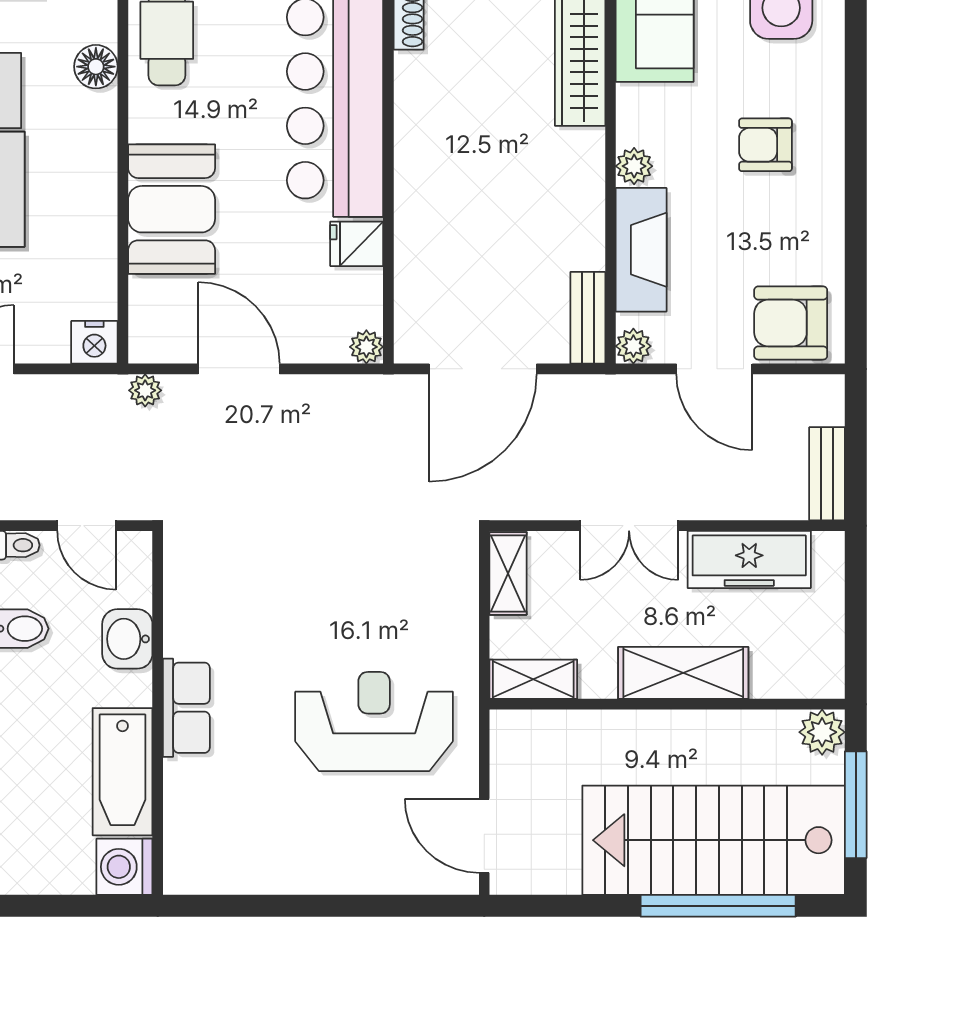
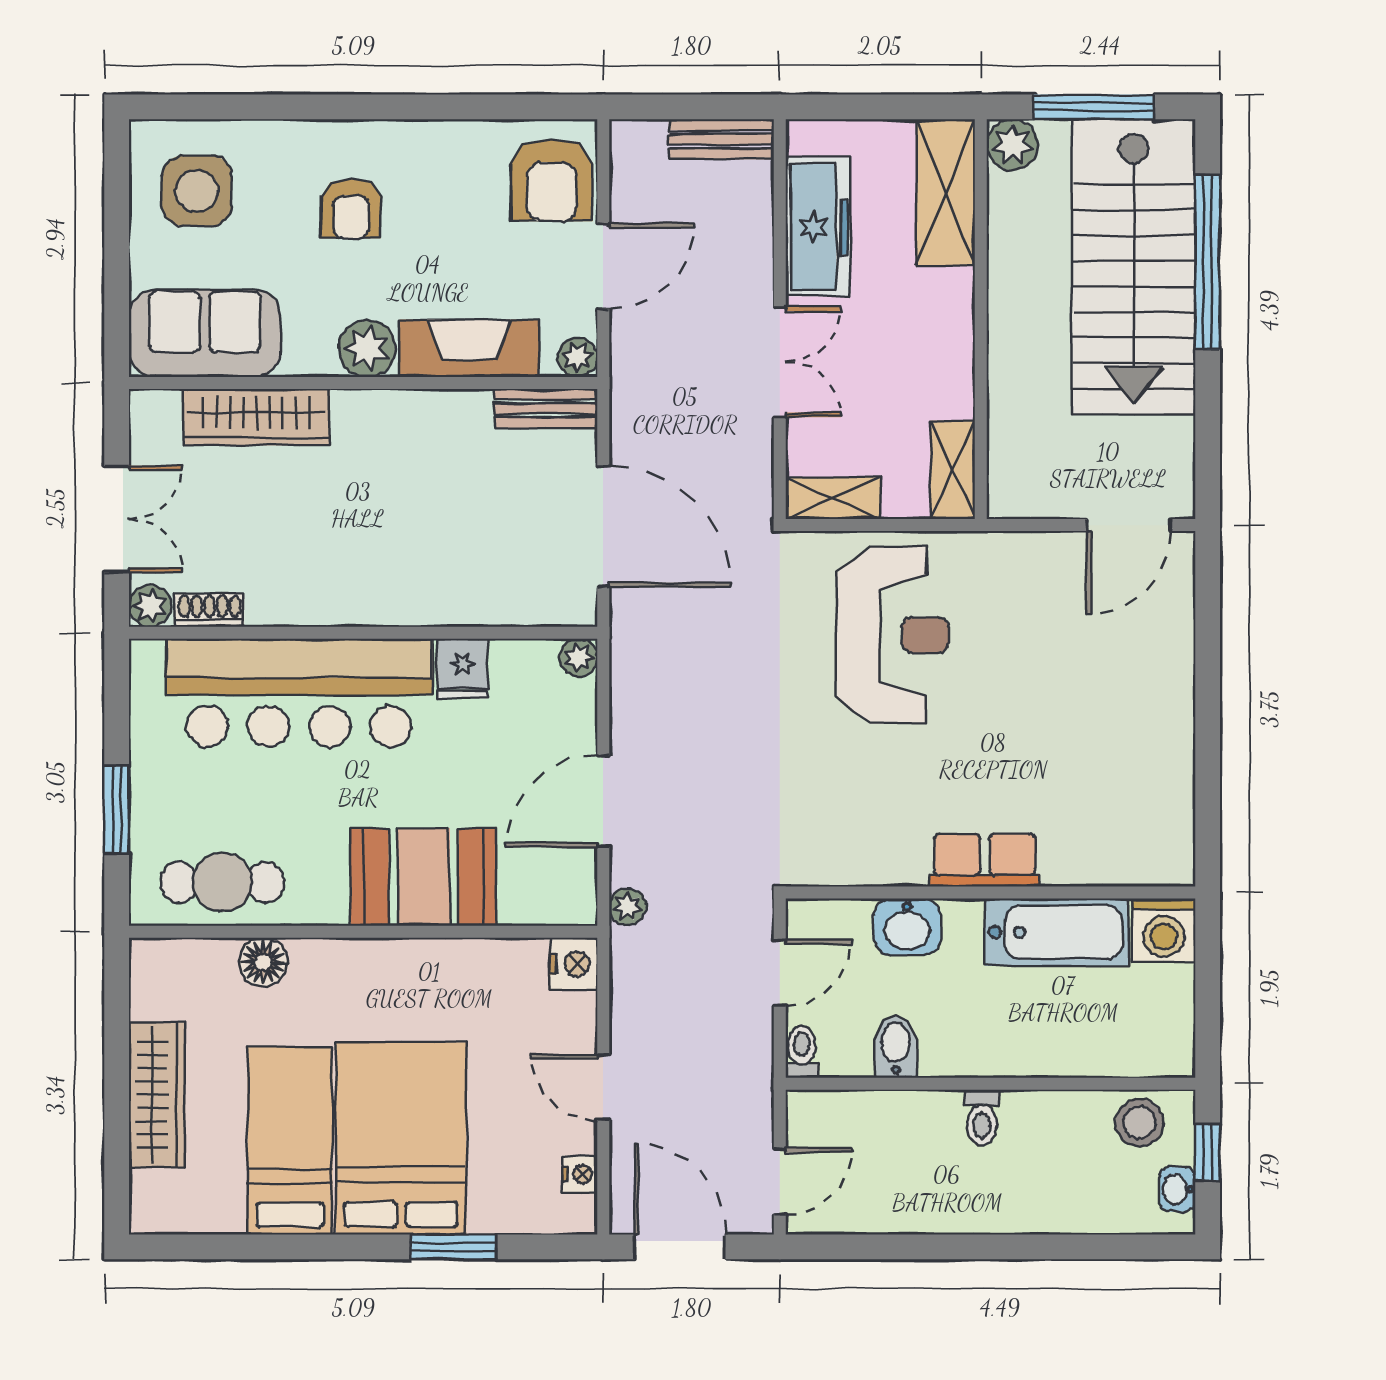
plant: (634, 166) -> (367, 349), width x1.38, depth x1.38
shelving: (683, 673) -> (946, 192), moved
reception desk: (374, 722) -> (893, 635), moved, turned 180

